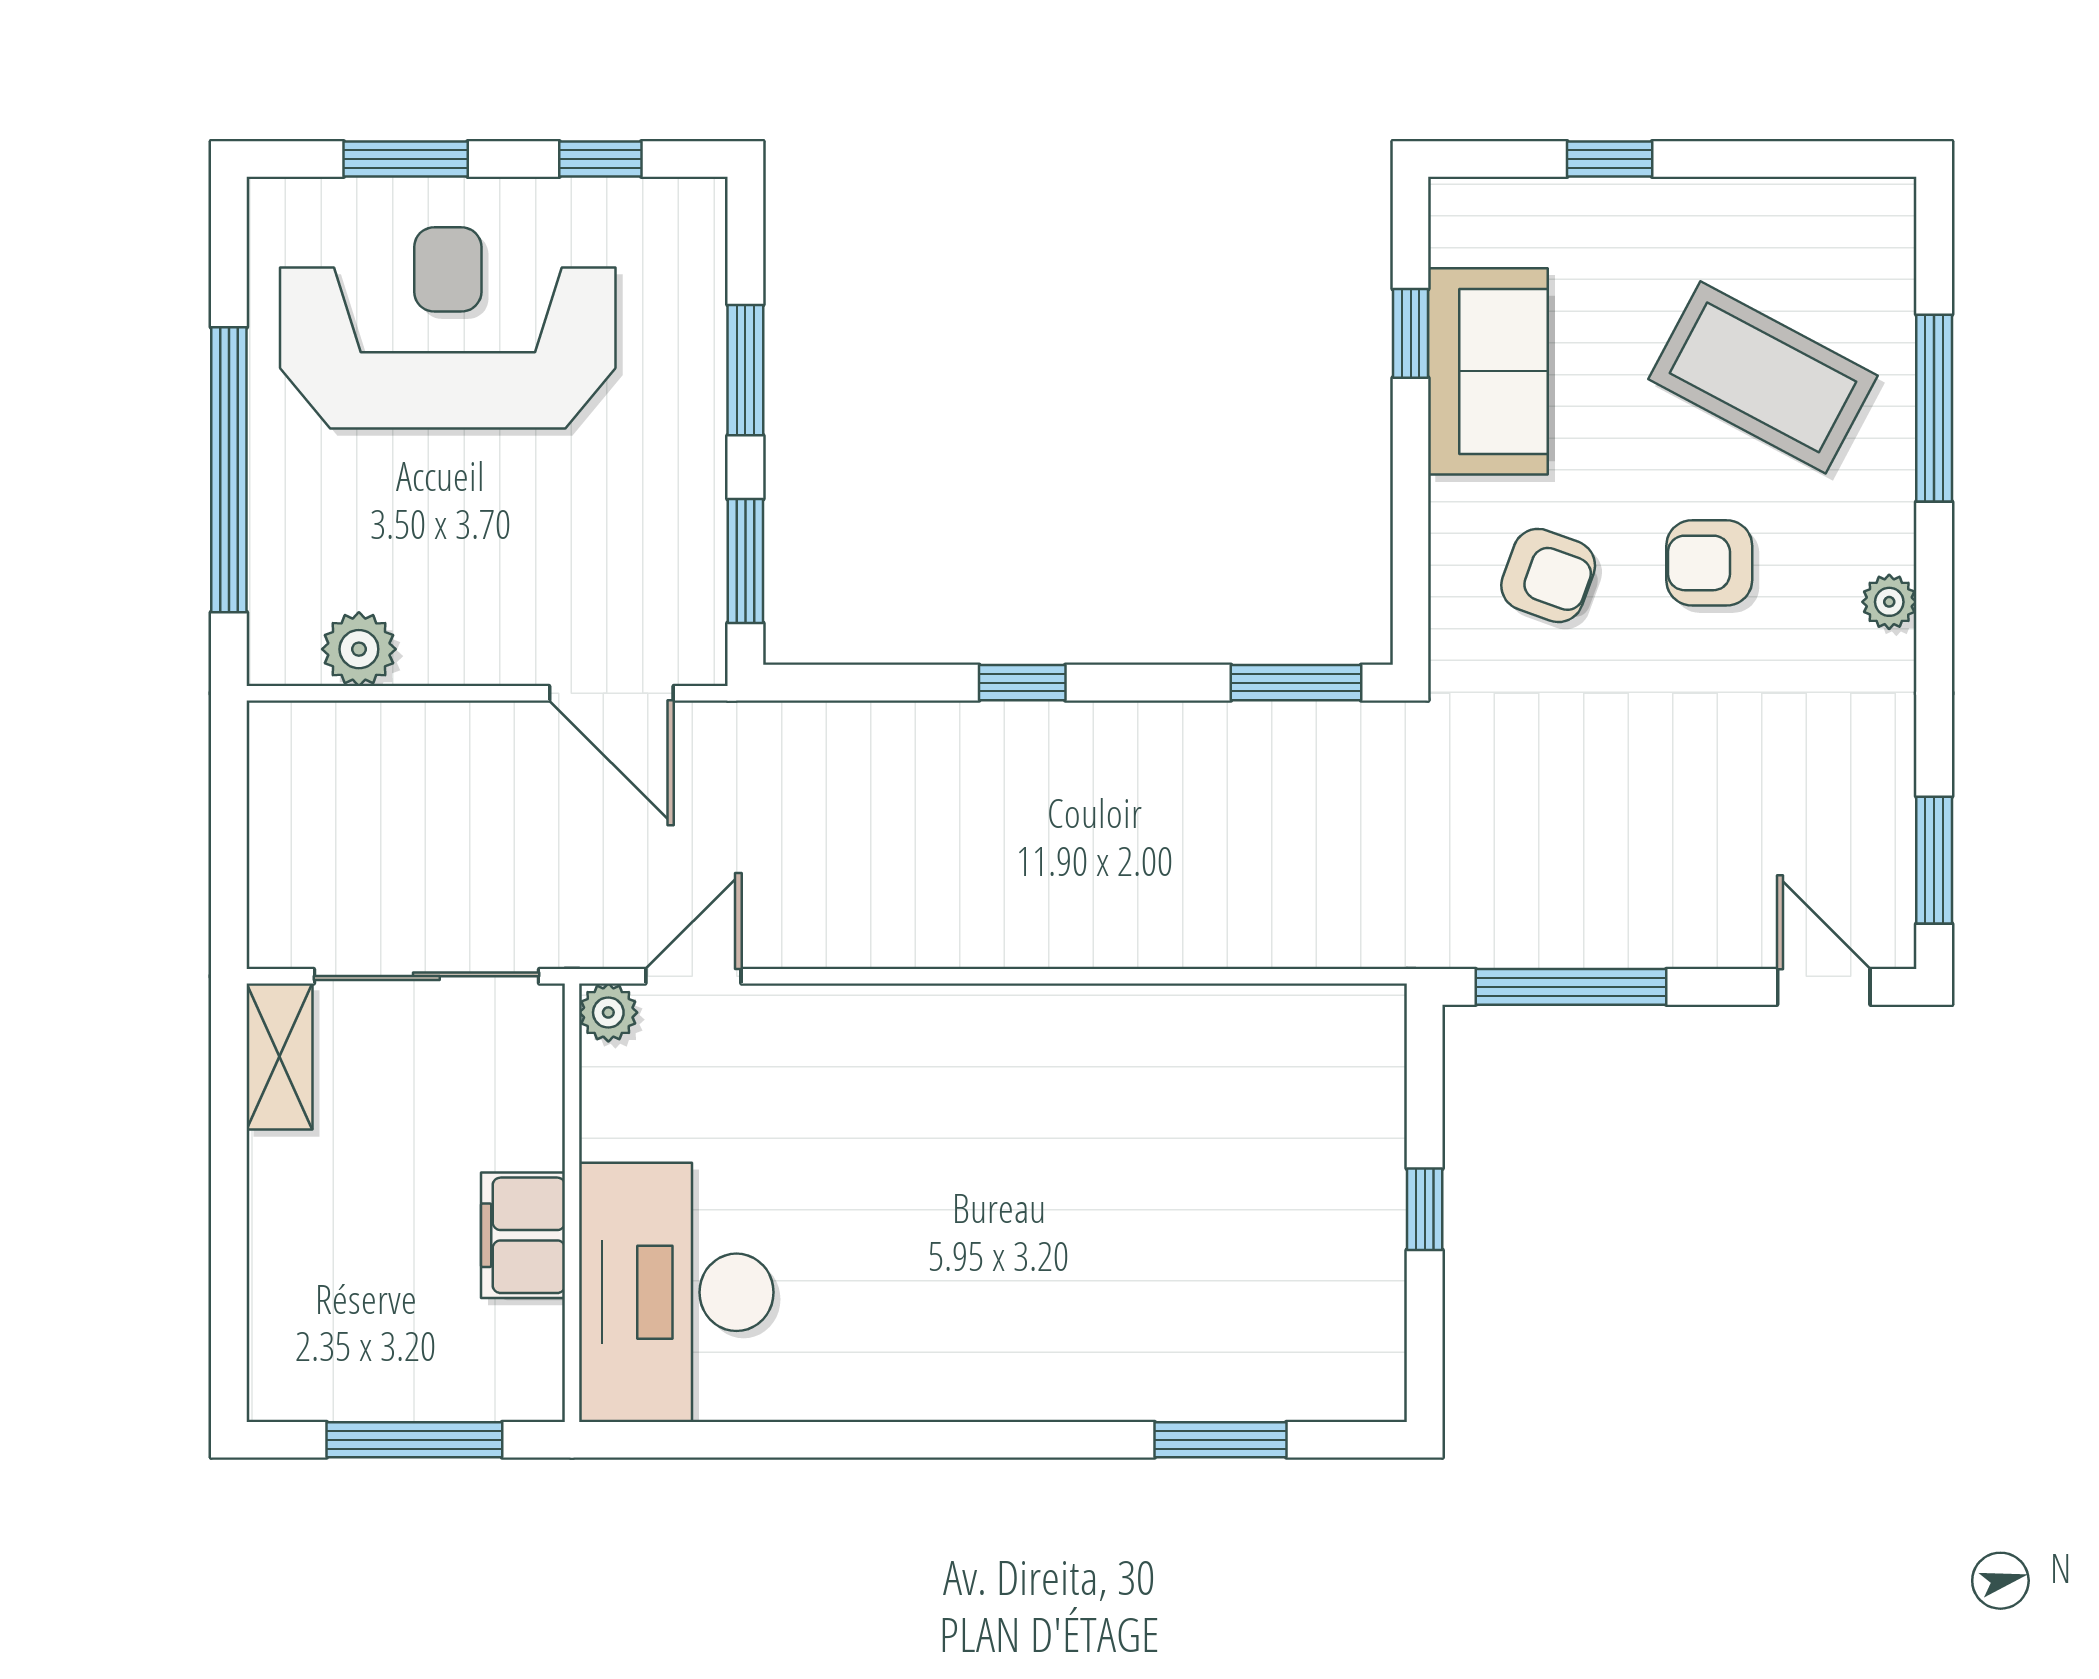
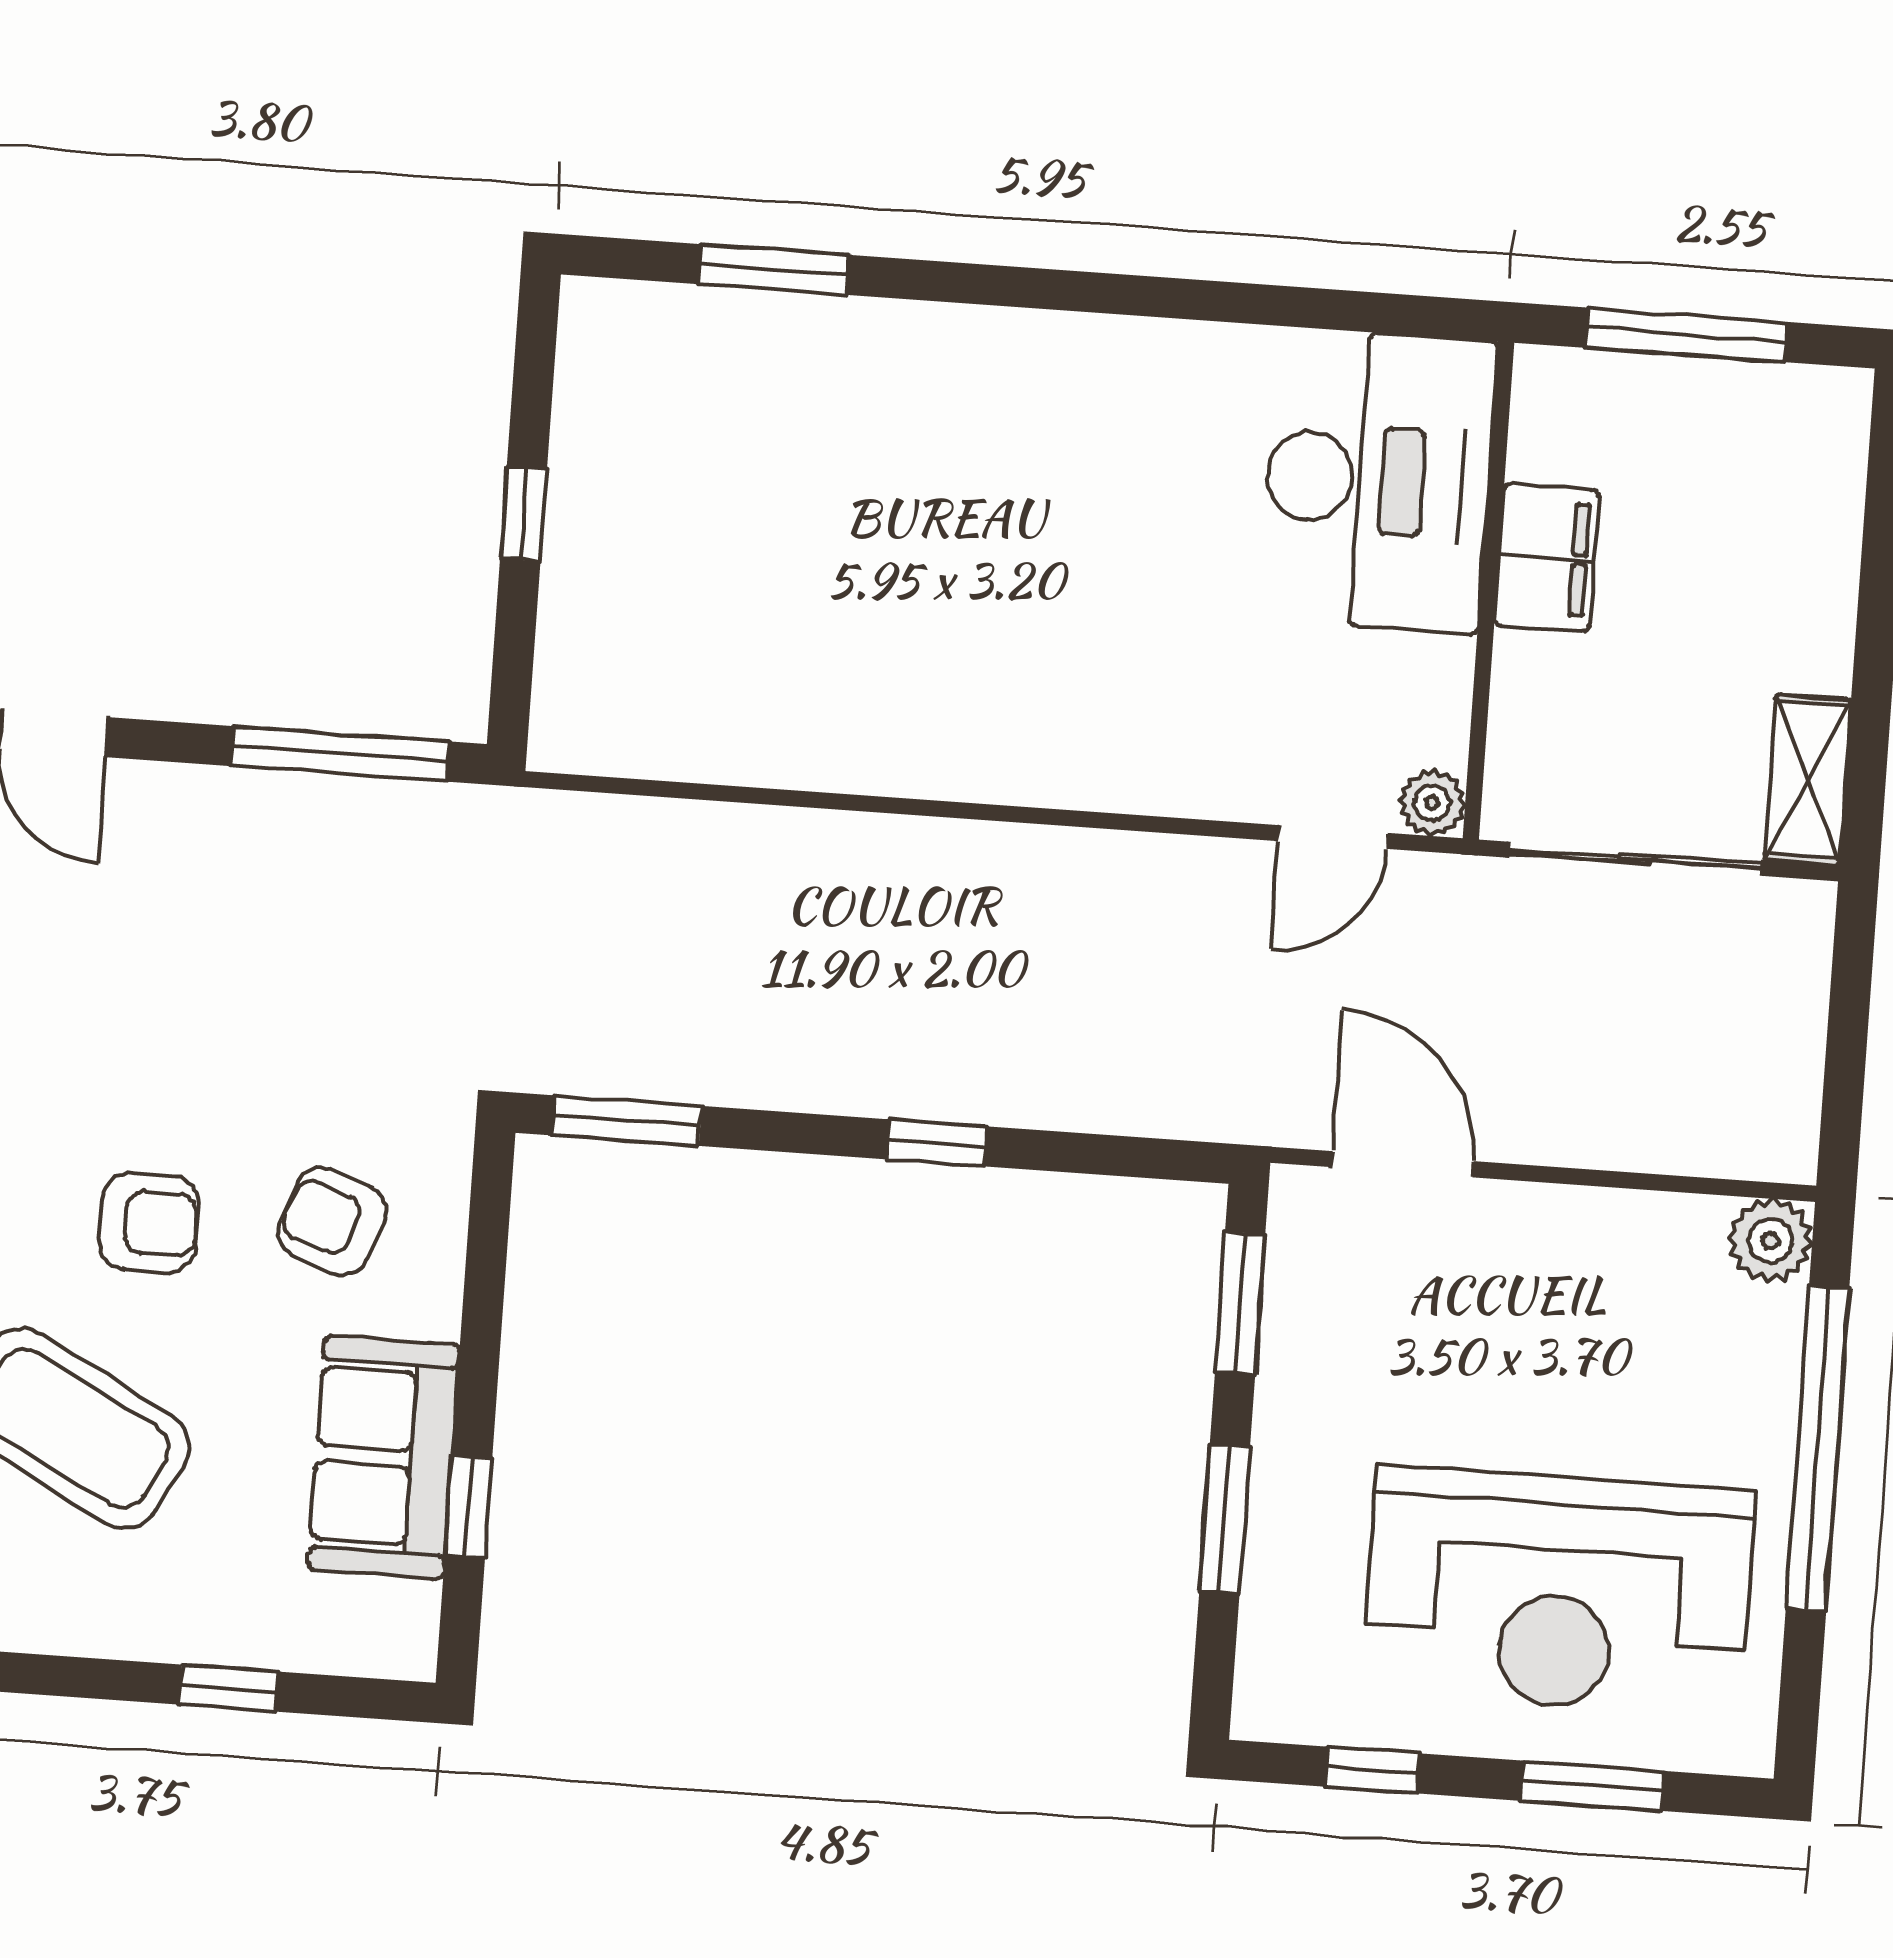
plant: (359, 649) -> (1770, 1241), moved

